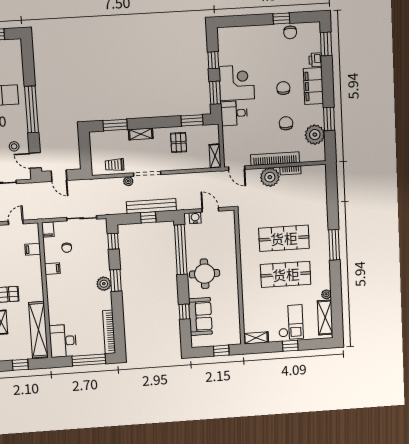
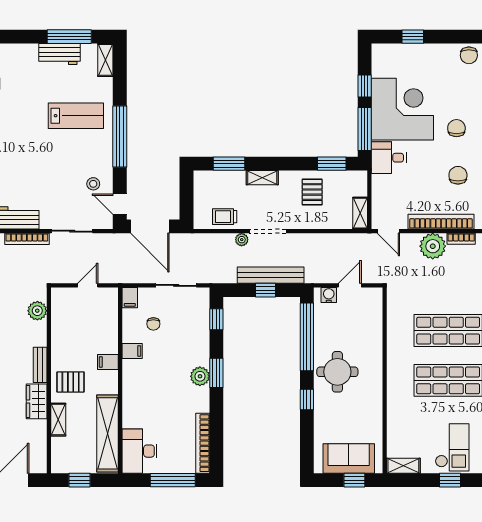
window: (281, 19) -> (413, 37), moved
shelving: (16, 52) -> (105, 60), added
corner desk: (237, 83) -> (402, 109), width x1.36, depth x1.36
window: (215, 93) -> (365, 129), width x1.44
door: (59, 176) -> (150, 226), width x1.88
door: (210, 210) -> (350, 285), hinge flipped
filing cabinet: (33, 249) -> (108, 362), moved
window: (184, 312) -> (307, 400), moved
sofa: (200, 316) -> (349, 458), moved, turned -90

